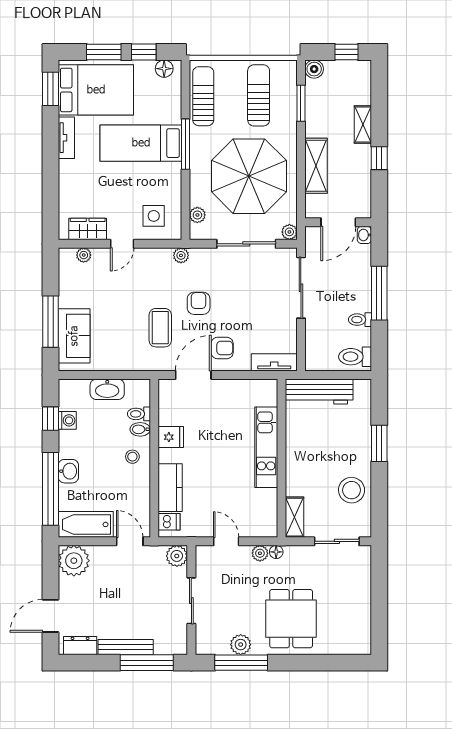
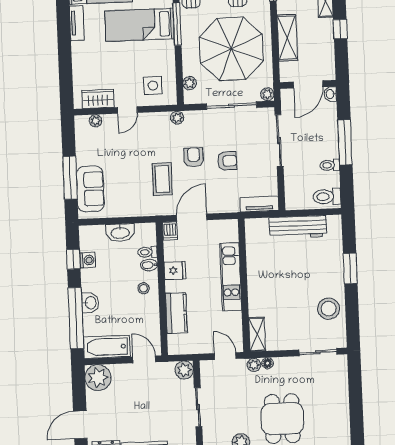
armchair: (222, 348) -> (227, 161), moved
kitchen unit: (266, 447) -> (231, 277), moved
wall: (281, 458) -> (244, 285), moved
shelving: (294, 517) -> (257, 334), moved
dishwasher: (169, 522) -> (170, 231), moved, turned 90

